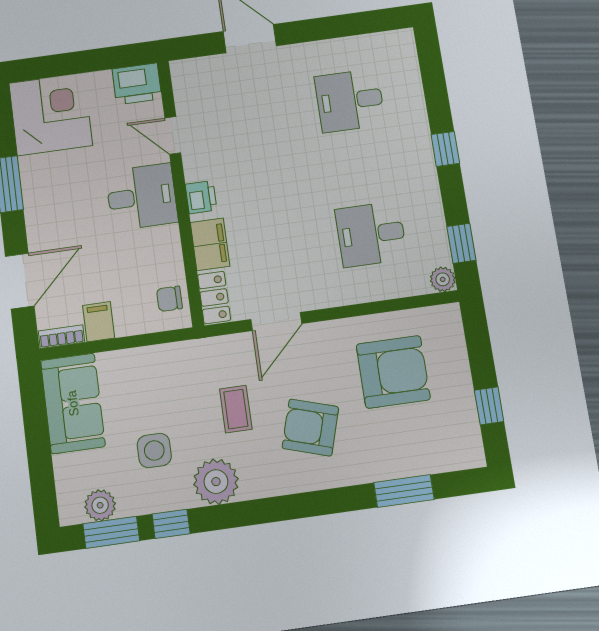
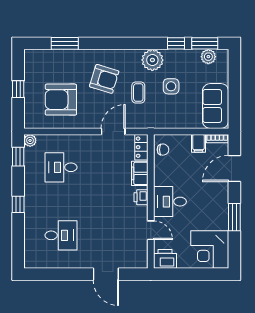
desk: (371, 234) -> (61, 167), turned 180
window: (489, 406) -> (18, 89), moved
side table: (154, 450) -> (171, 86), moved

